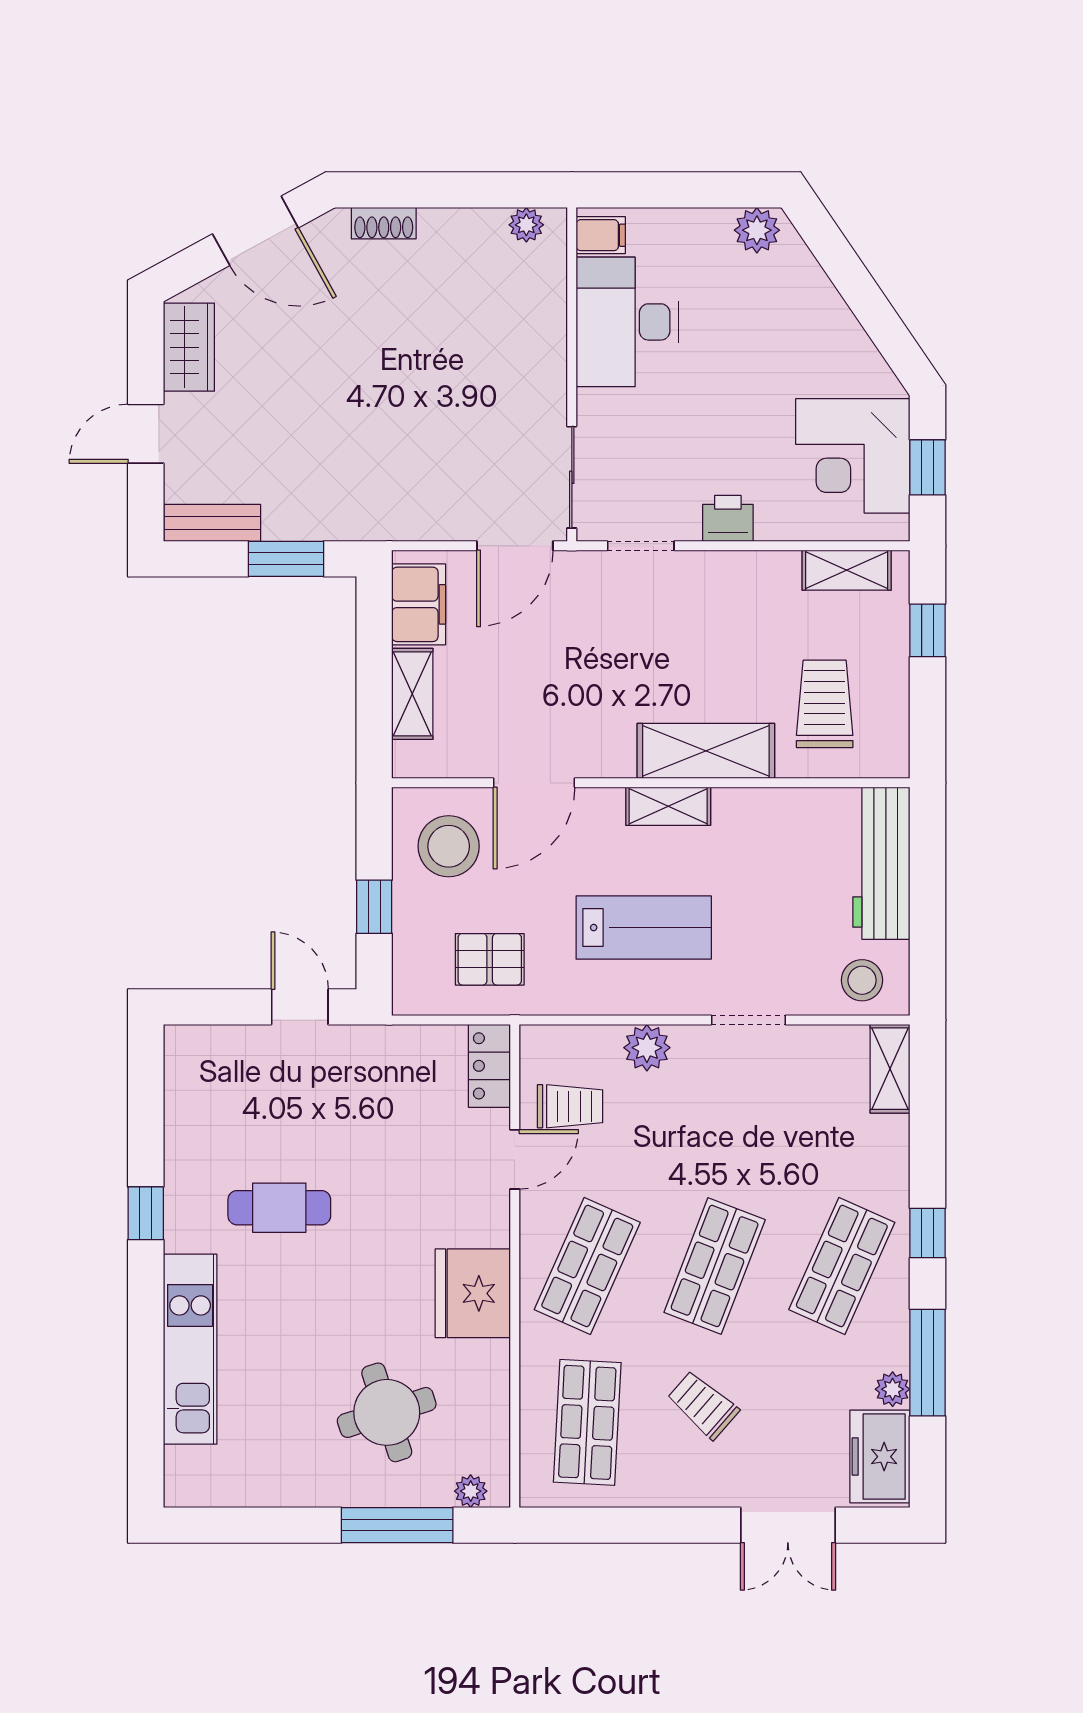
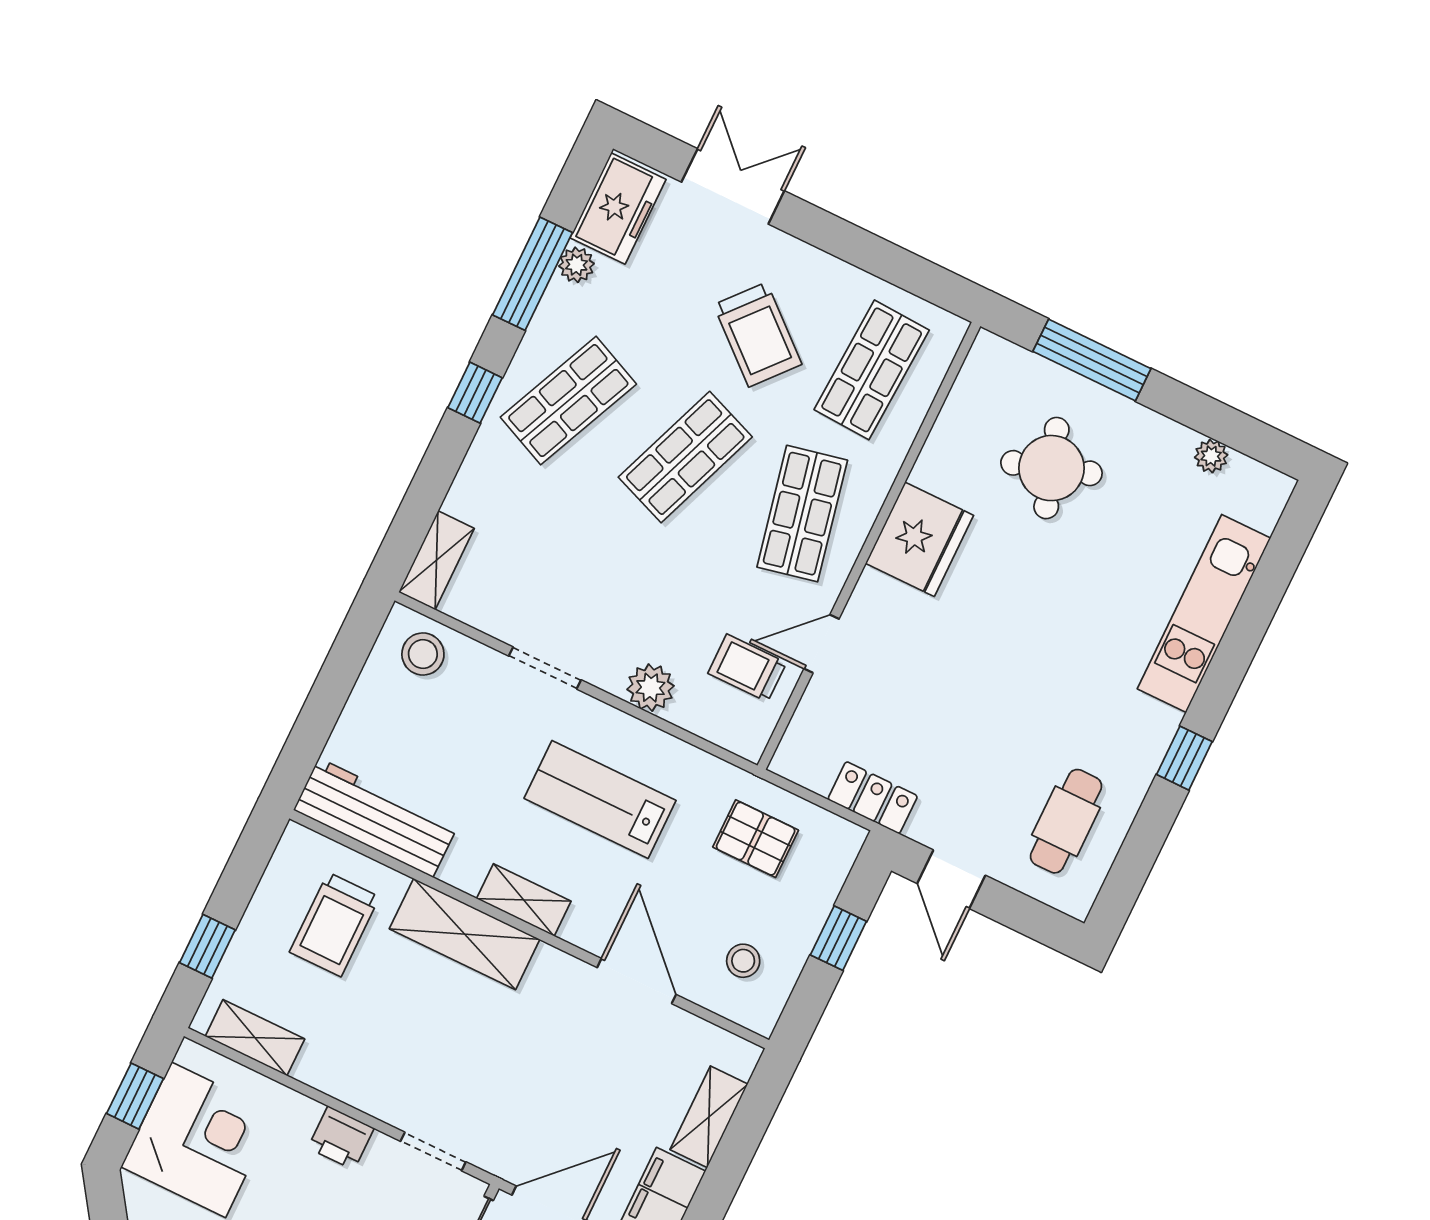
door: (534, 783) -> (637, 981), hinge flipped
stool: (449, 846) -> (743, 961), width x0.53, depth x0.53
workbench: (881, 863) -> (376, 818), moved, turned -90
locker: (489, 1066) -> (873, 798), moved, turned -90
cafe table: (279, 1208) -> (1066, 821), moved, turned 90
shop shelf: (587, 1266) -> (802, 514), turned -36
trolley: (703, 1405) -> (758, 335), width x1.36, depth x1.39
plant: (471, 1491) -> (1211, 456), moved

